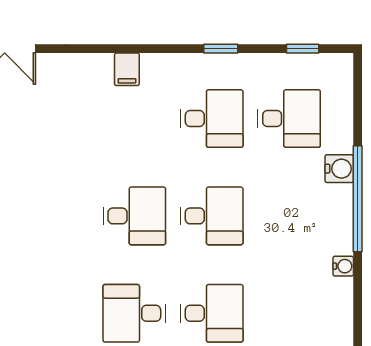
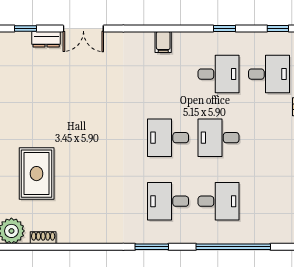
desk: (134, 216) -> (168, 138), turned 180
desk: (212, 216) -> (219, 138), turned 180

